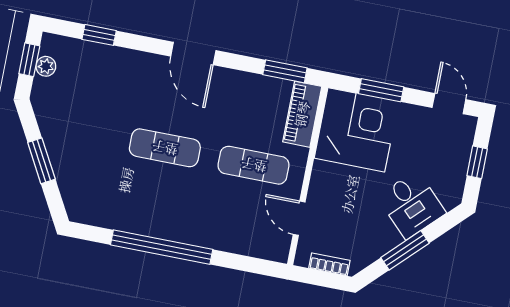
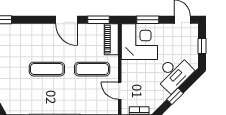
door: (193, 53) -> (66, 20), moved
desk: (411, 205) -> (174, 73), width x1.37
window: (405, 250) -> (175, 96), width x0.67

